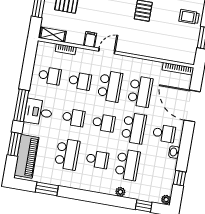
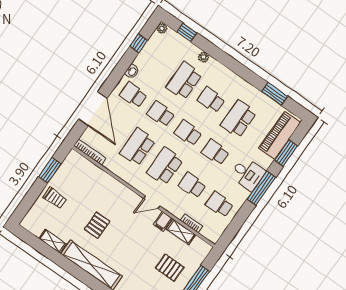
shelving: (53, 35) -> (181, 232), moved
school desk: (134, 128) -> (161, 114), width x0.54

